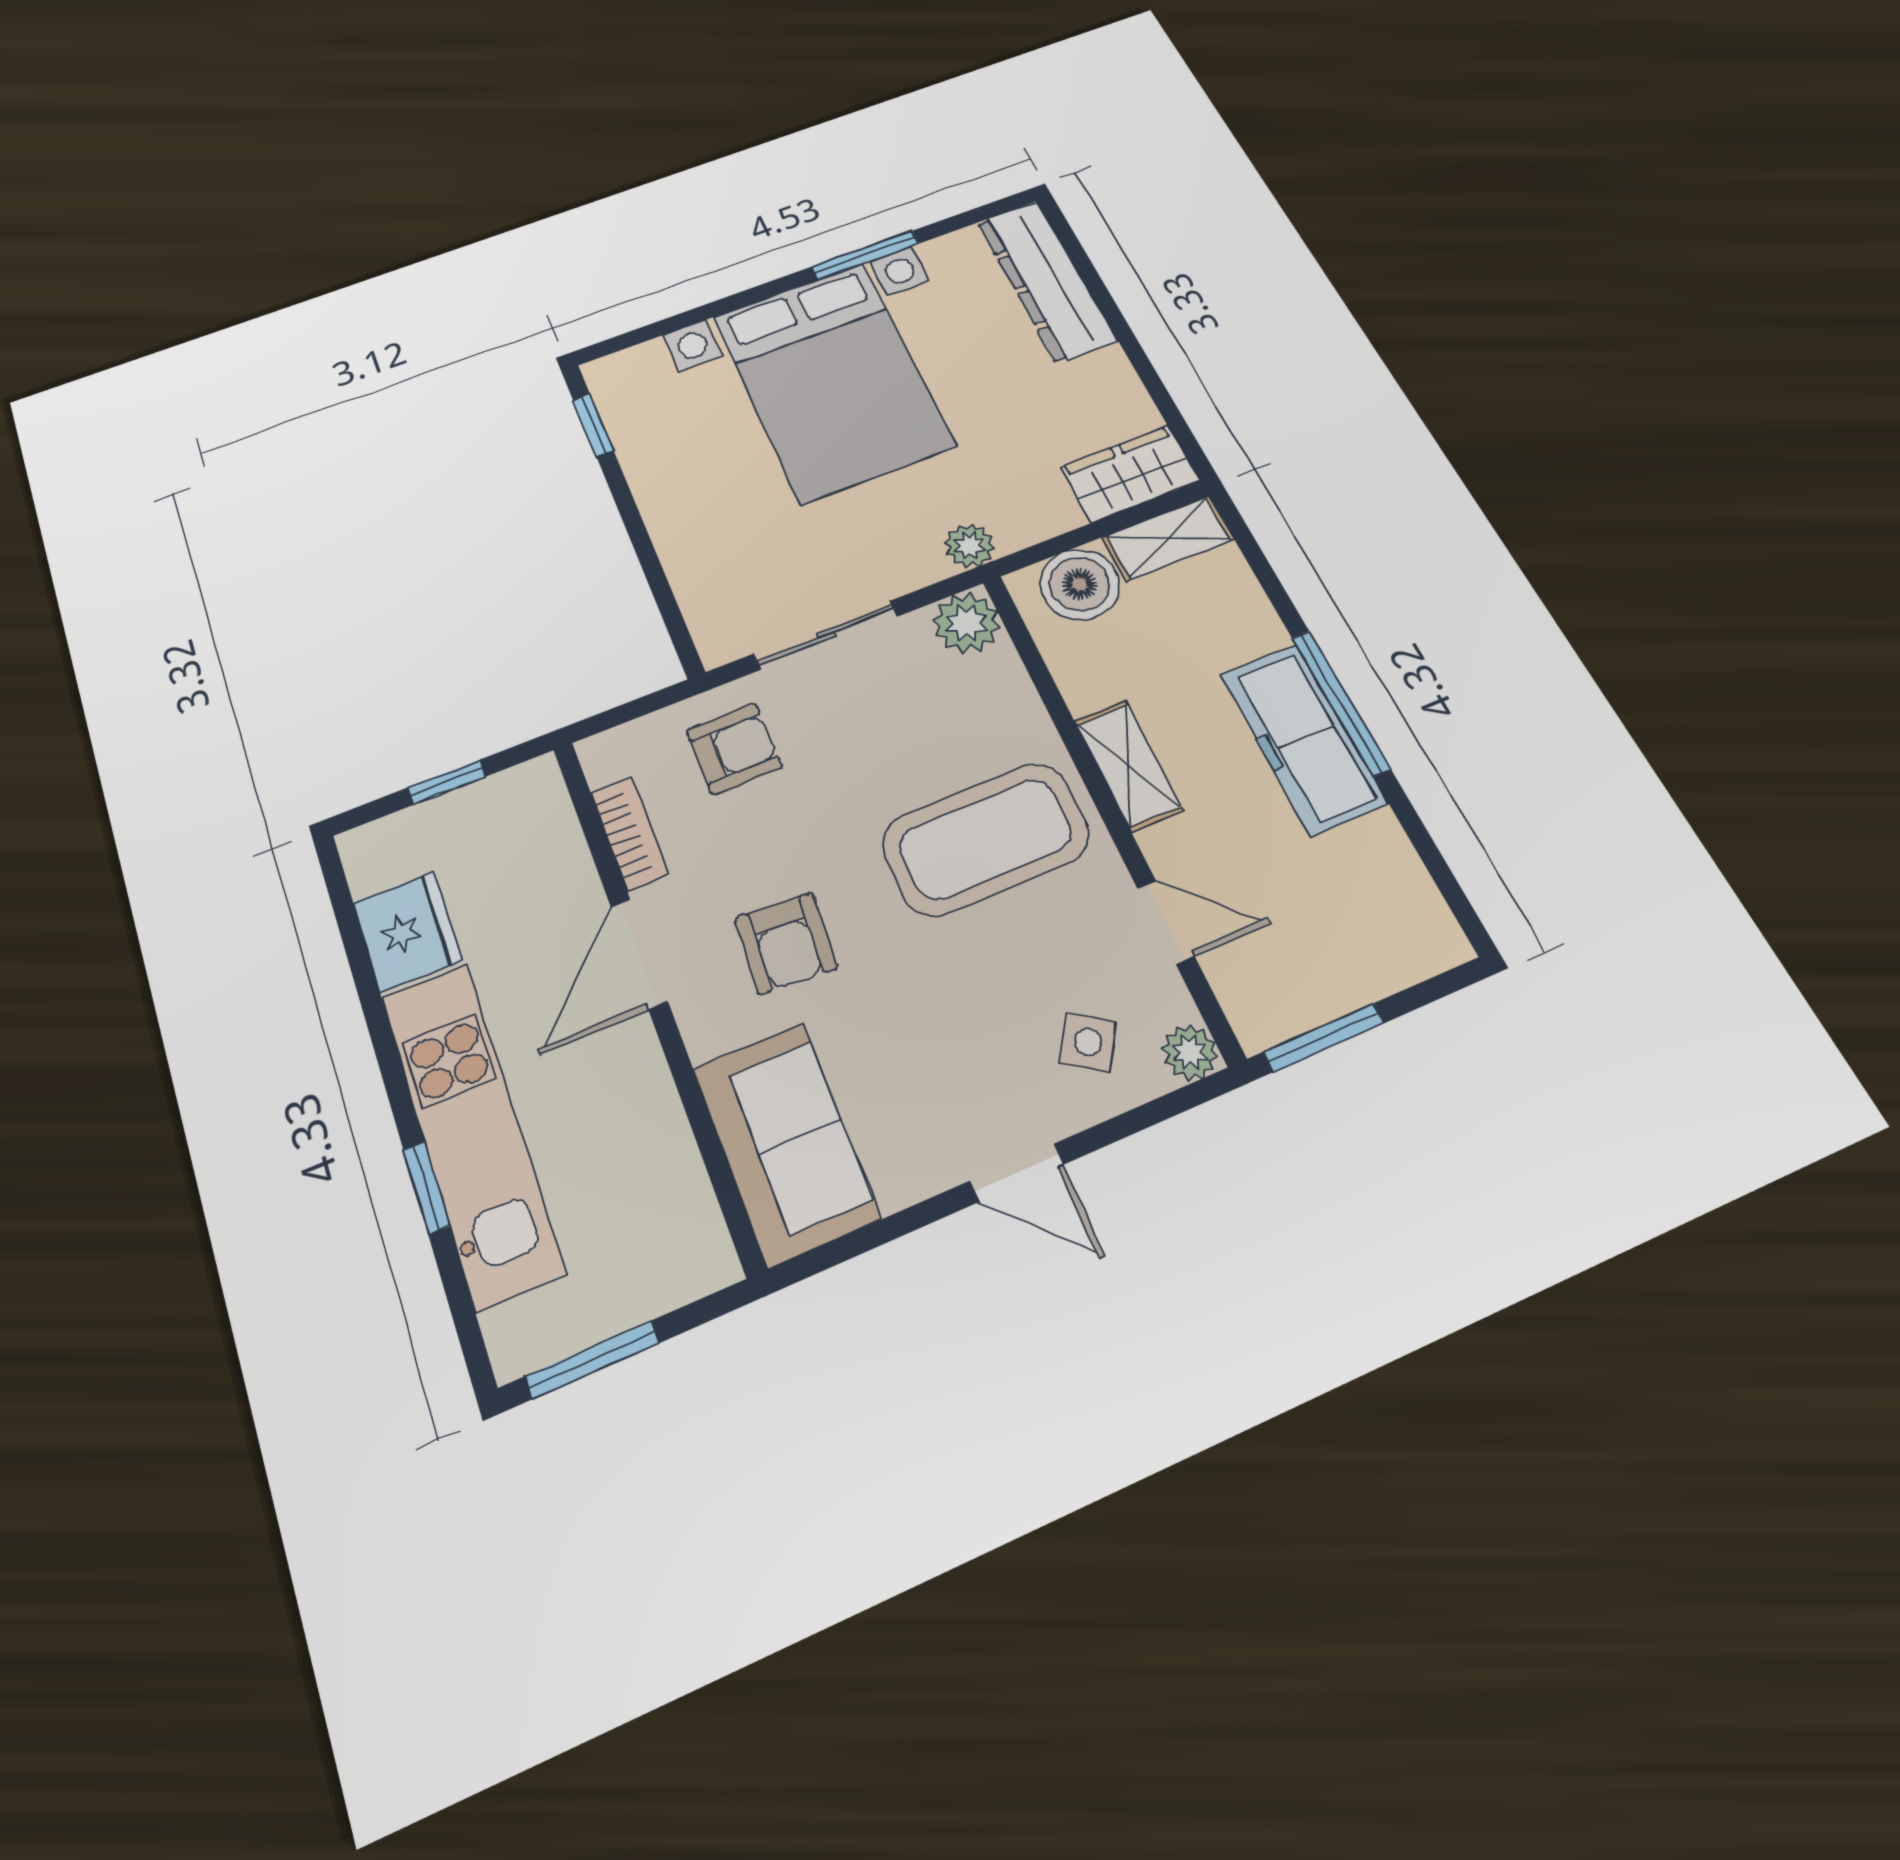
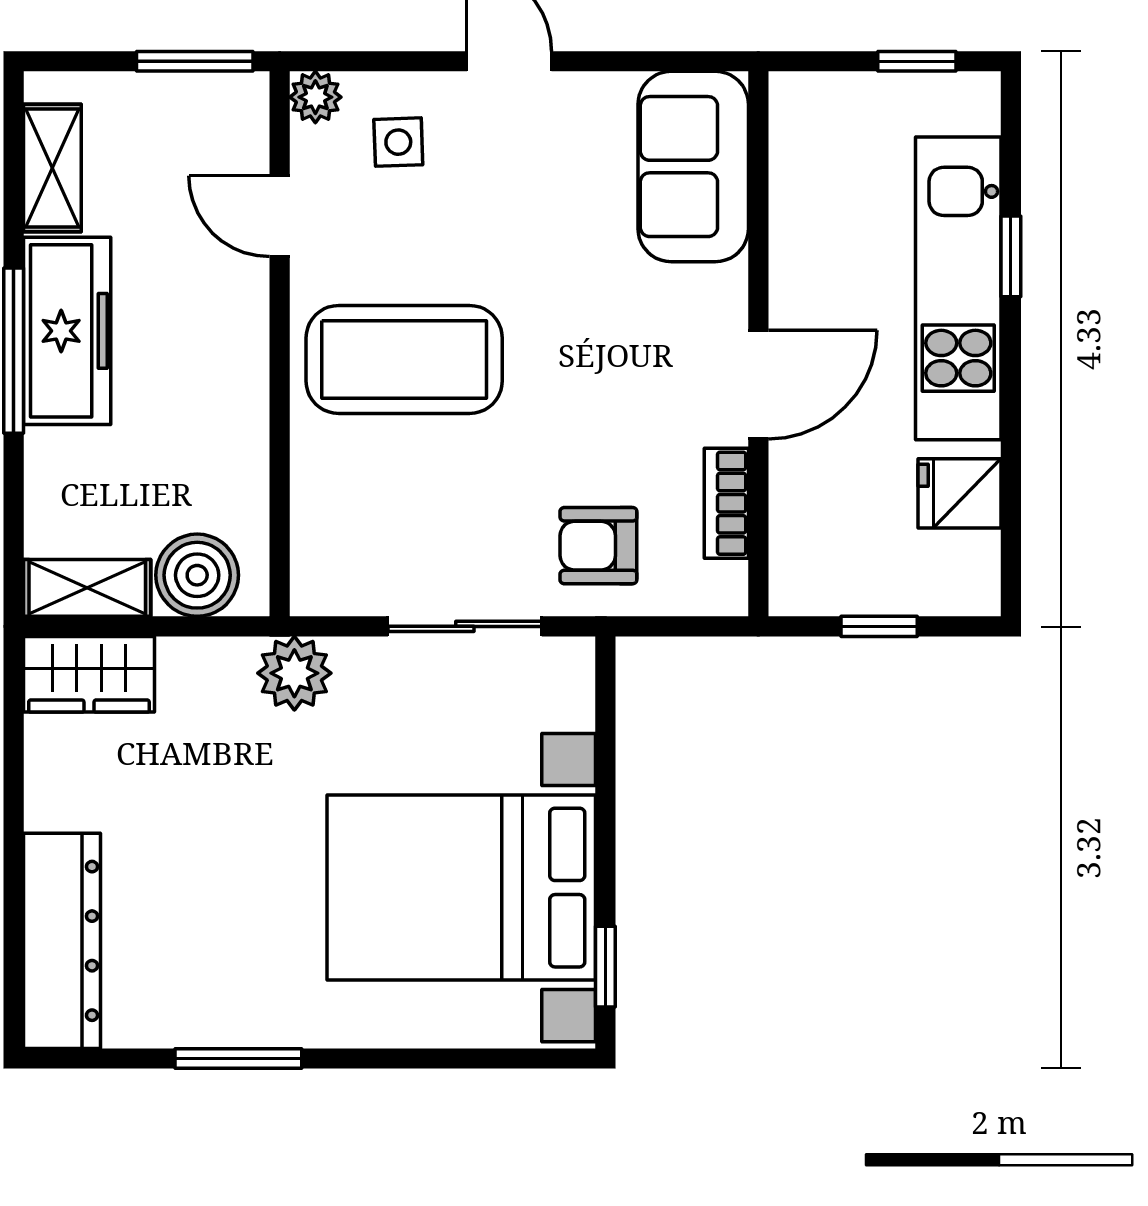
bed with nightstands: (833, 380) -> (461, 888), moved, turned -90
plant: (969, 546) -> (294, 673), width x1.38, depth x1.38
plant: (966, 623) -> (325, 581), removed
shelving: (1128, 765) -> (52, 168), moved
fridge: (408, 931) -> (960, 493), width x0.72
armchair: (786, 943) -> (624, 339), removed
side table: (1088, 1042) -> (398, 142), turned -36
window: (593, 1359) -> (917, 61), width x0.67

